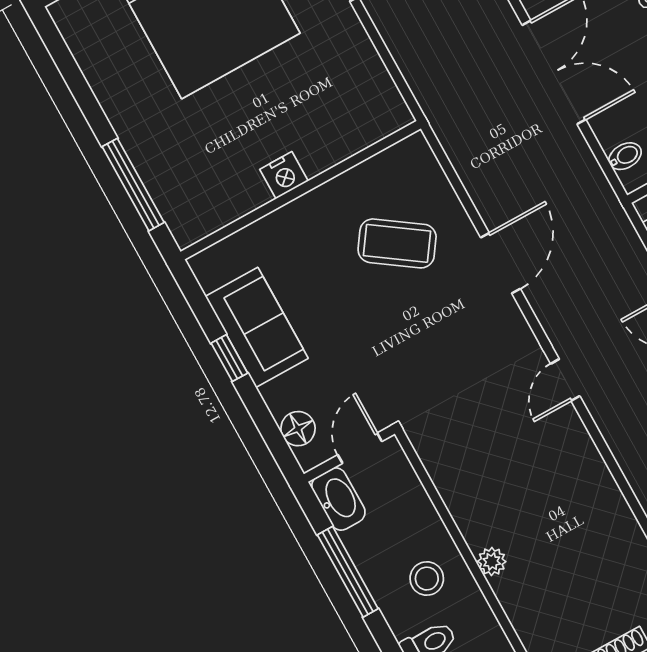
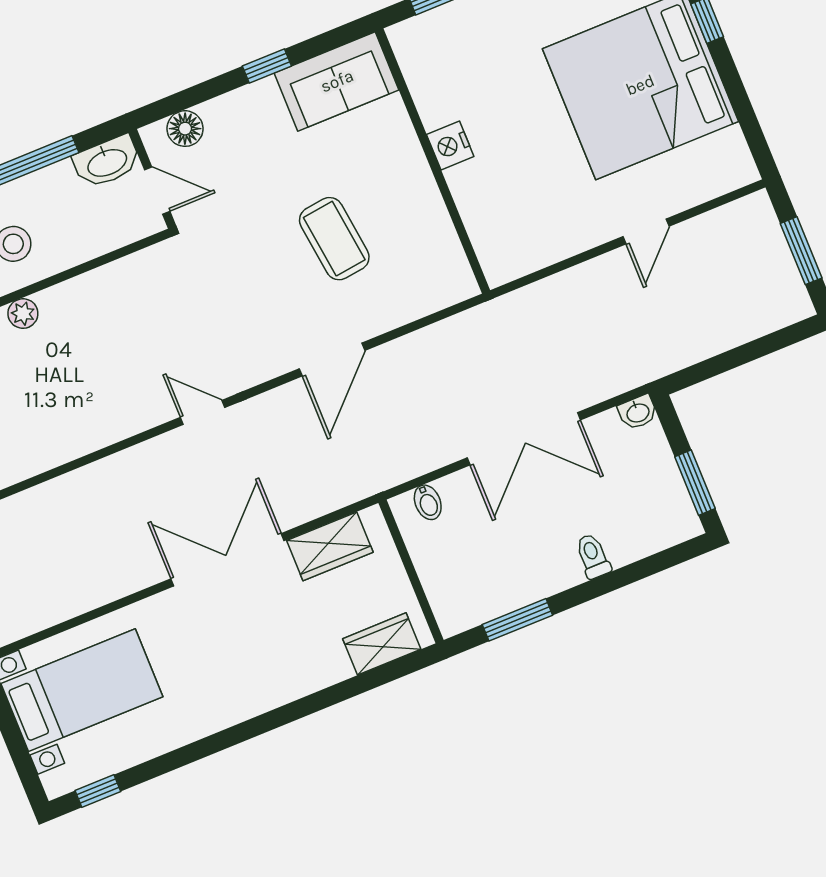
coffee table: (397, 243) -> (334, 239), moved, turned -42
door: (500, 263) -> (332, 360), hinge flipped
sofa: (257, 327) -> (337, 81), moved

